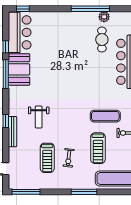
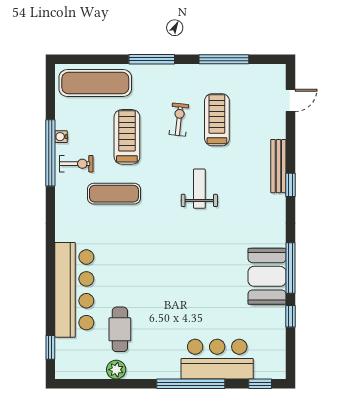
window: (90, 9) -> (191, 384), moved
bar counter: (20, 32) -> (217, 359), moved, turned 90
weight bench: (39, 117) -> (199, 189), moved
window: (26, 192) -> (224, 59), moved

